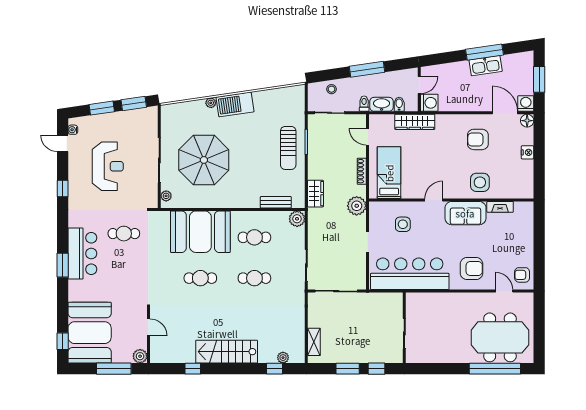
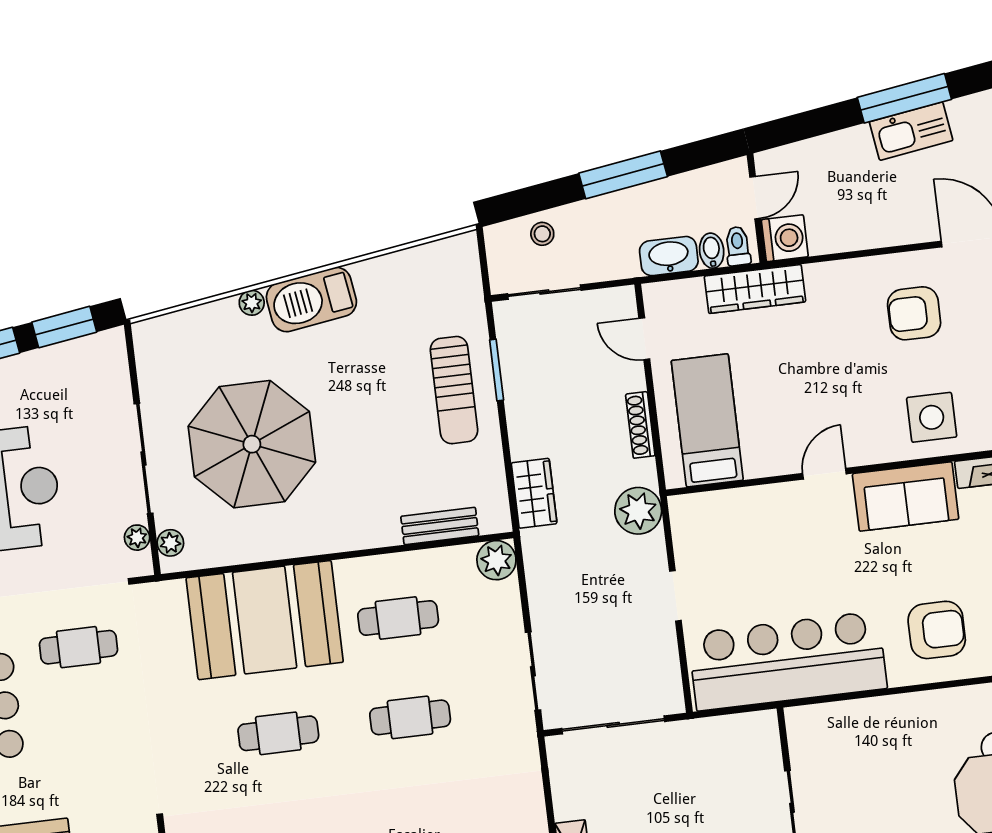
toilet: (364, 104) -> (738, 246), moved
plant: (153, 192) -> (137, 538), added
side table: (403, 224) -> (756, 542), removed

